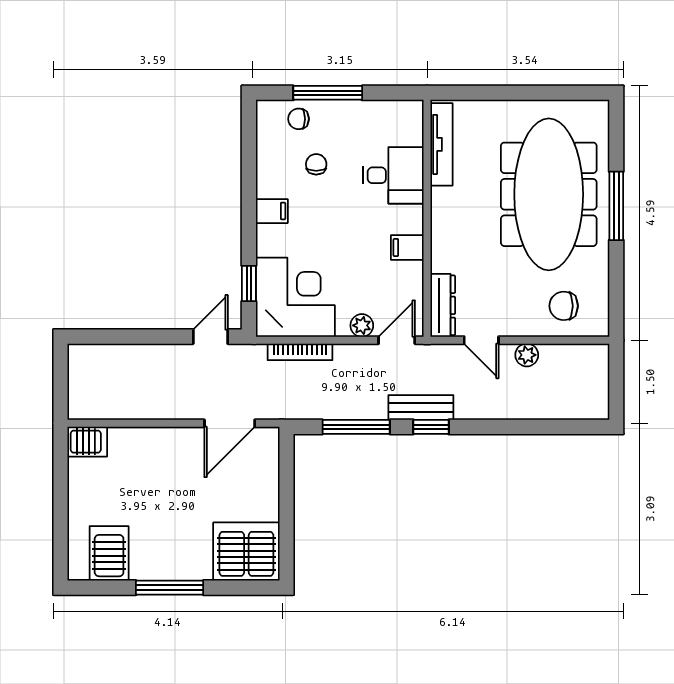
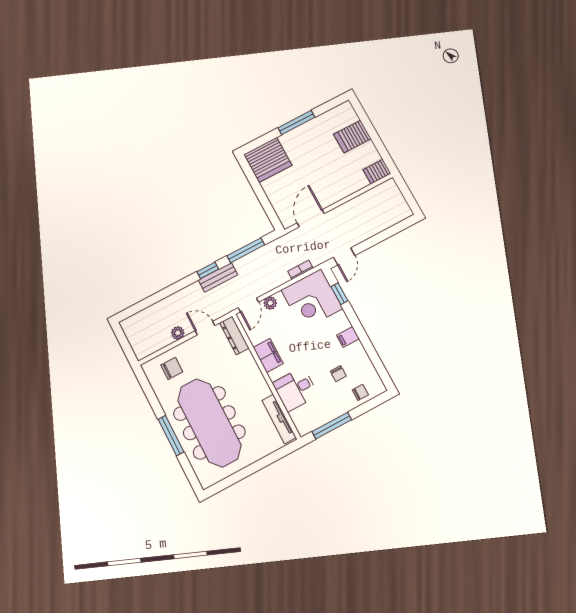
window: (328, 93) -> (332, 426), moved
filing cabinet: (407, 248) -> (268, 355), width x2.00
bookcase: (300, 352) -> (300, 270), width x0.64
server rack: (109, 553) -> (352, 136), moved, turned 90

